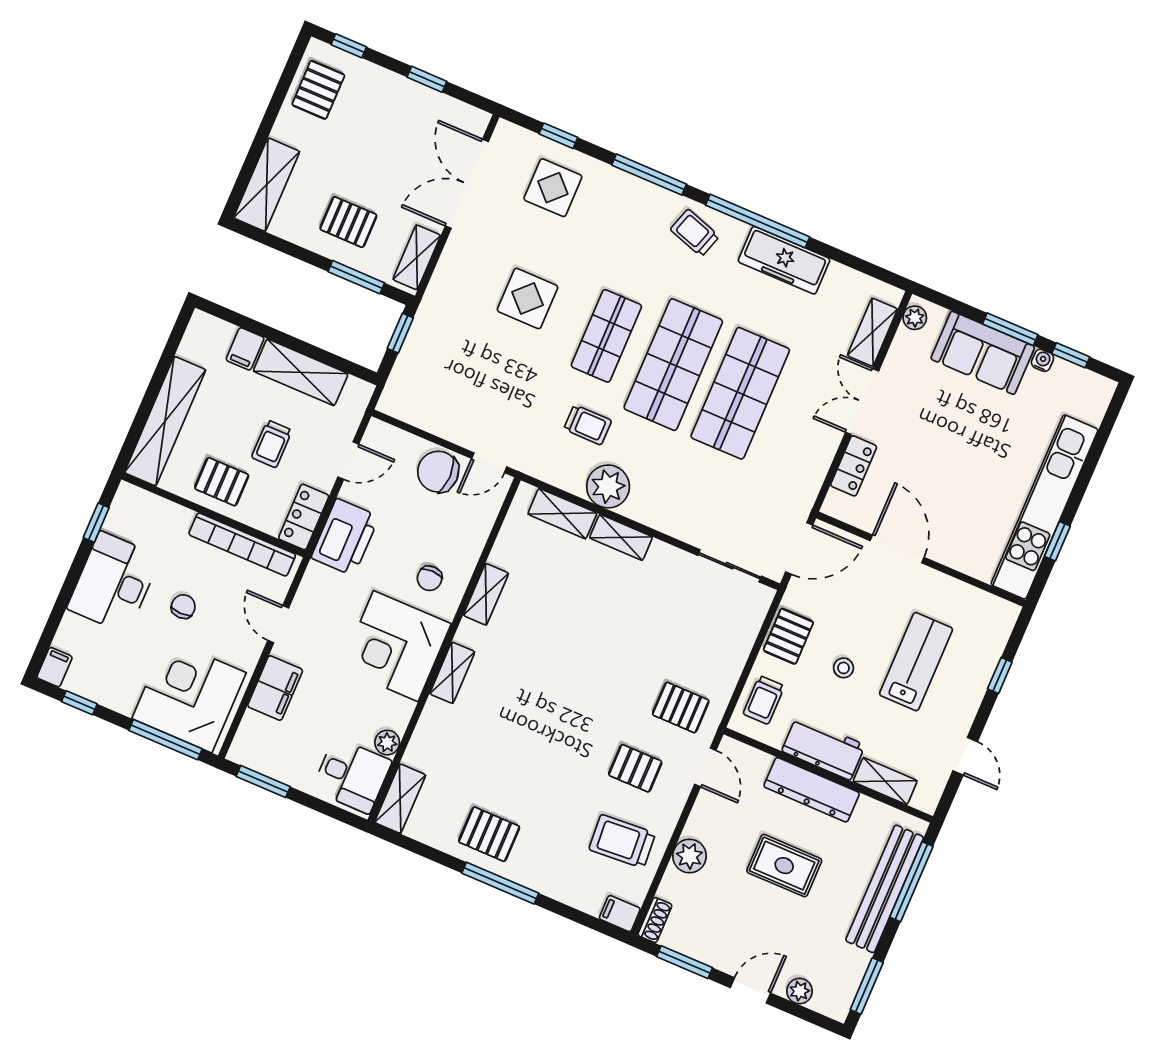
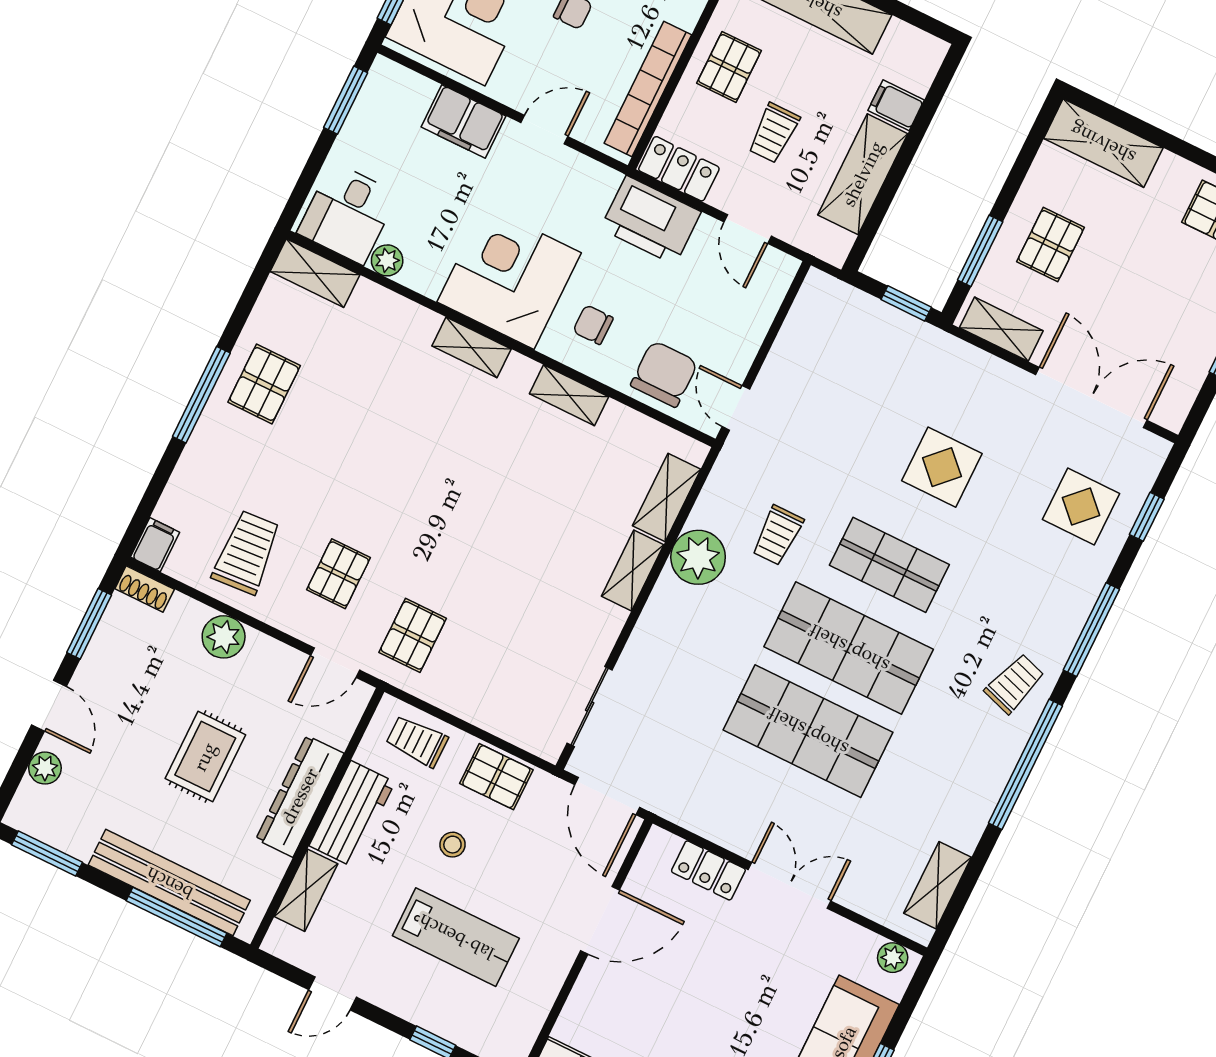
freezer: (784, 260) -> (974, 795), removed
shelving: (872, 332) -> (938, 885), moved, turned 90
trolley: (272, 444) -> (774, 133), turned -90
chair: (438, 472) -> (664, 374), moved

